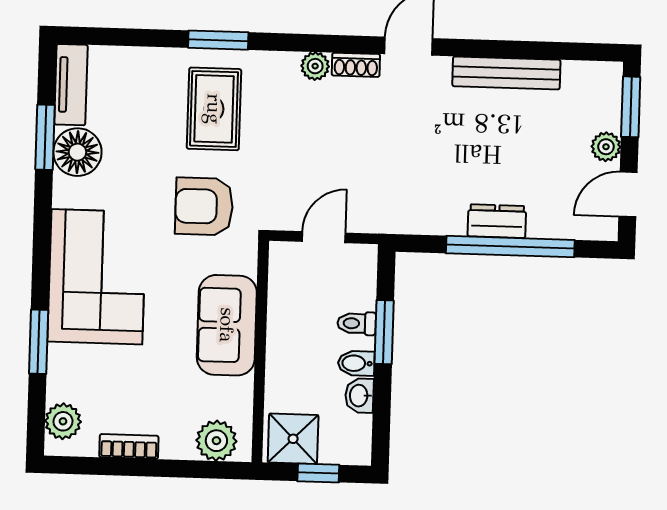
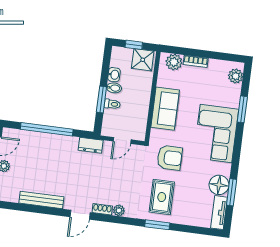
dresser: (497, 221) -> (91, 145), moved
bookcase: (129, 447) -> (196, 61), moved

